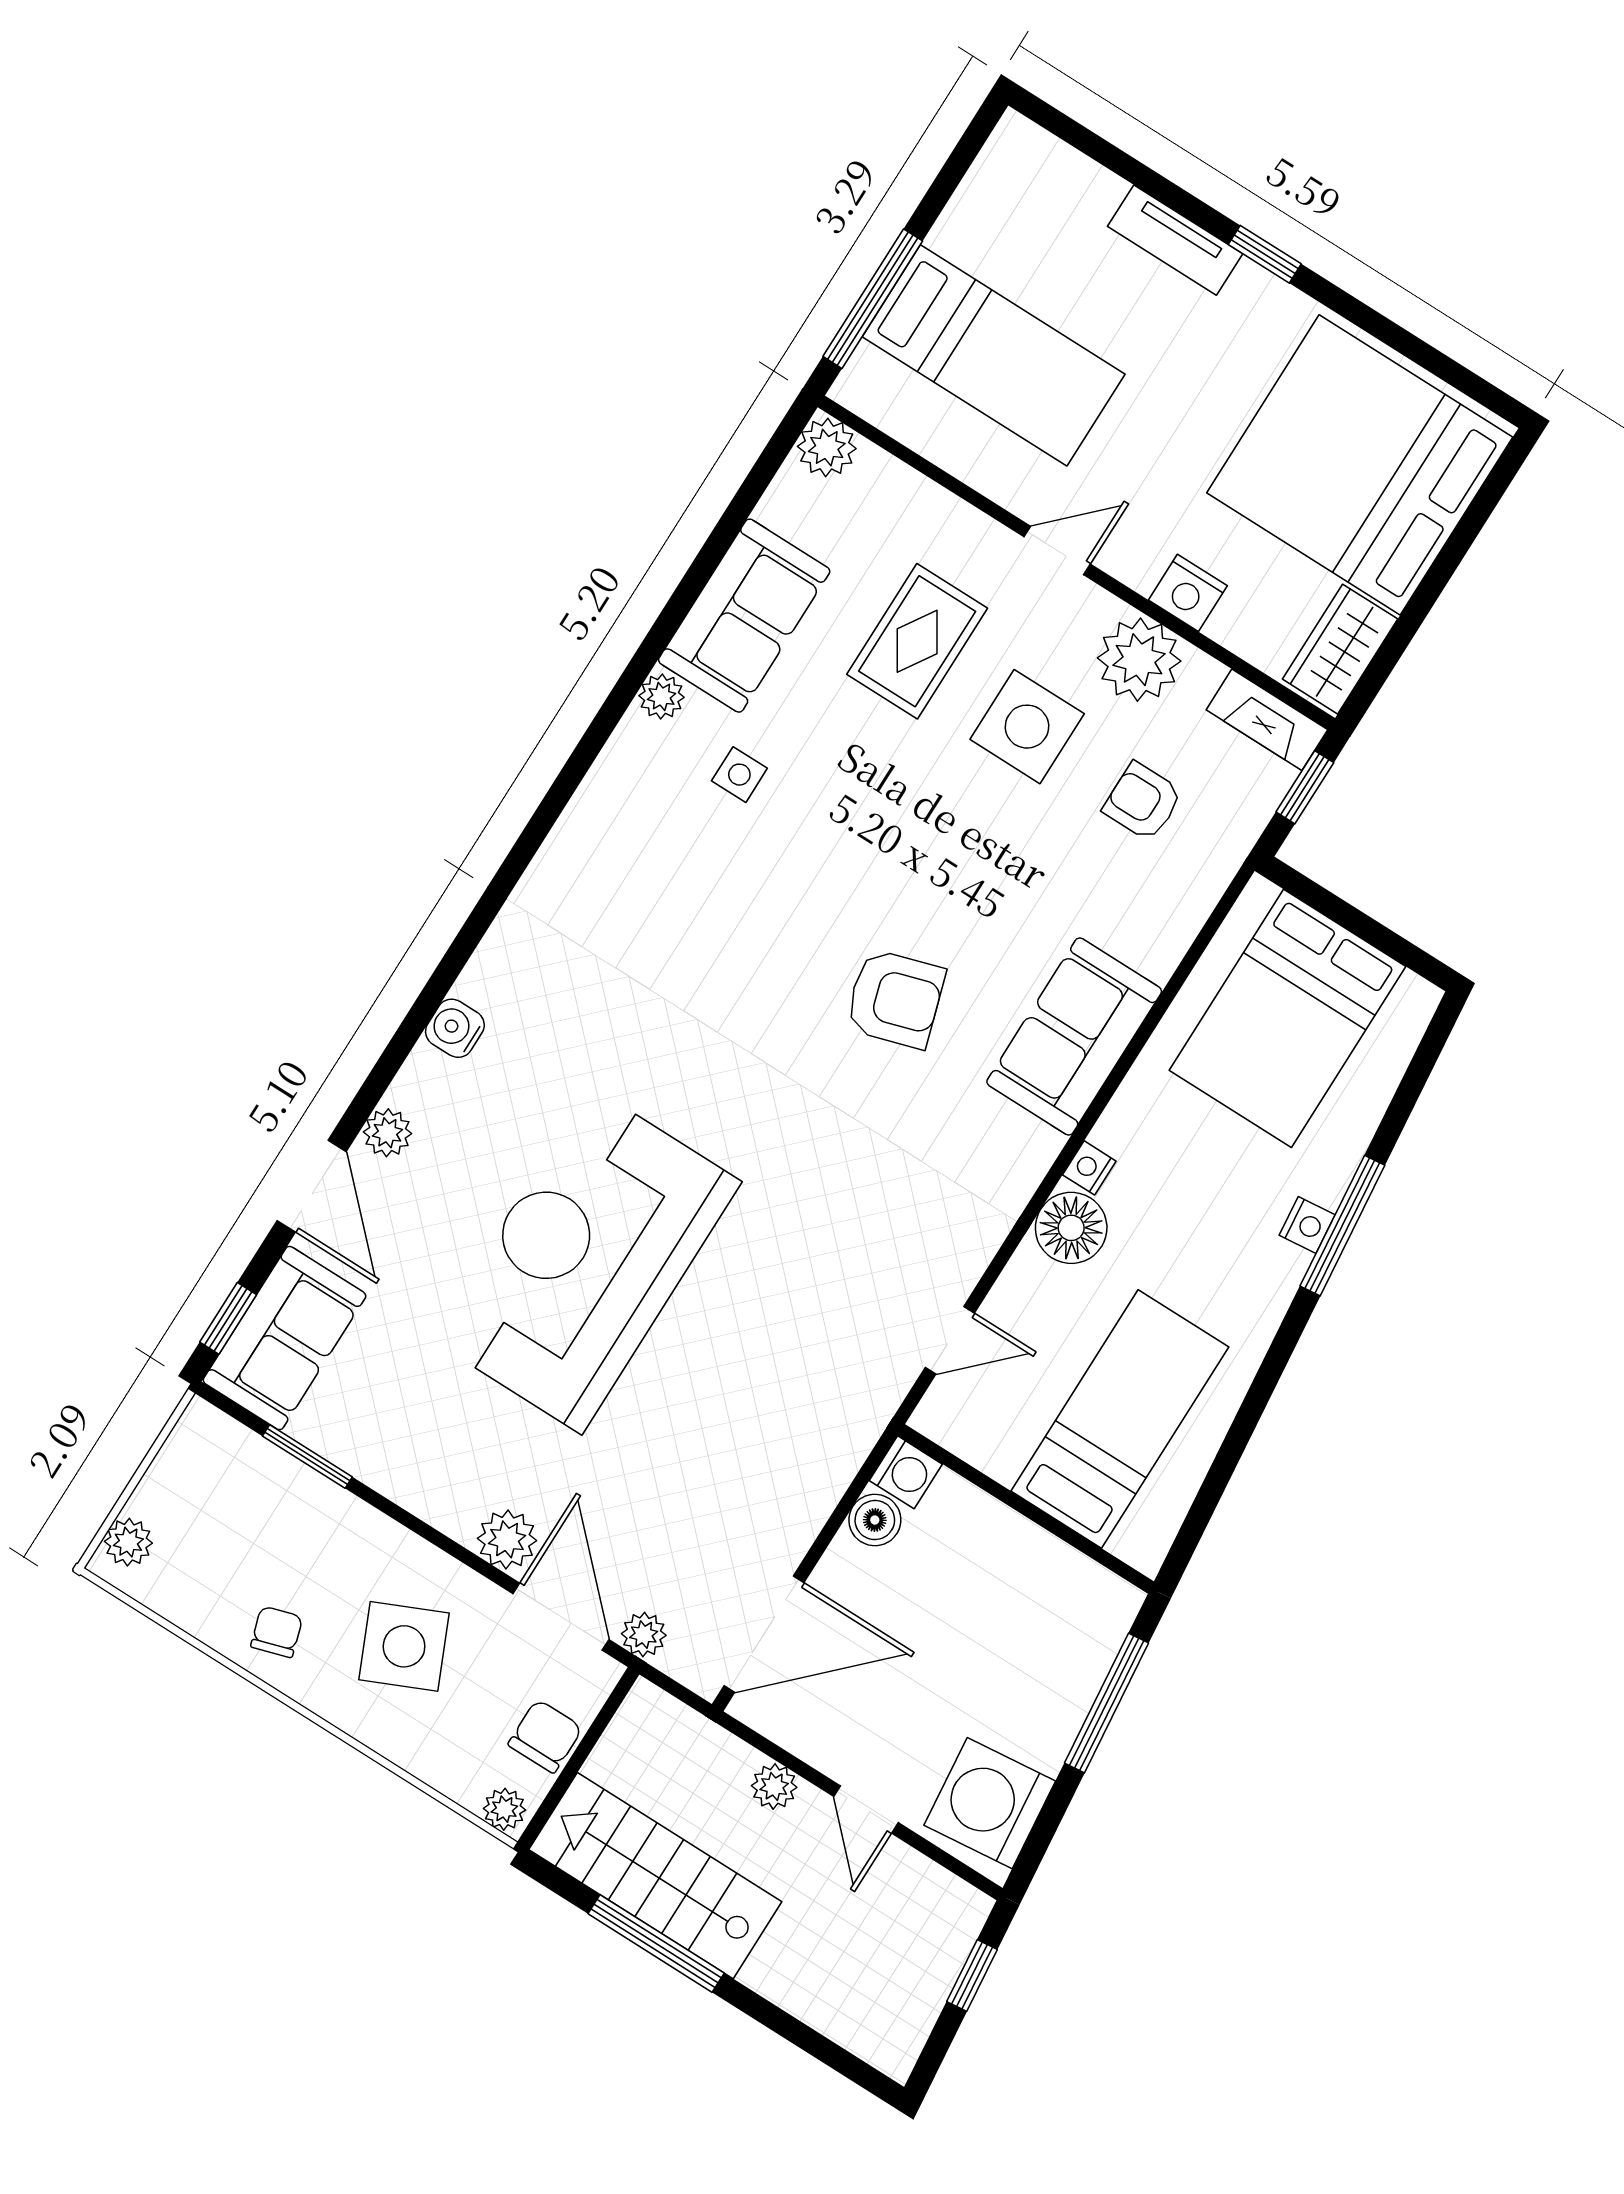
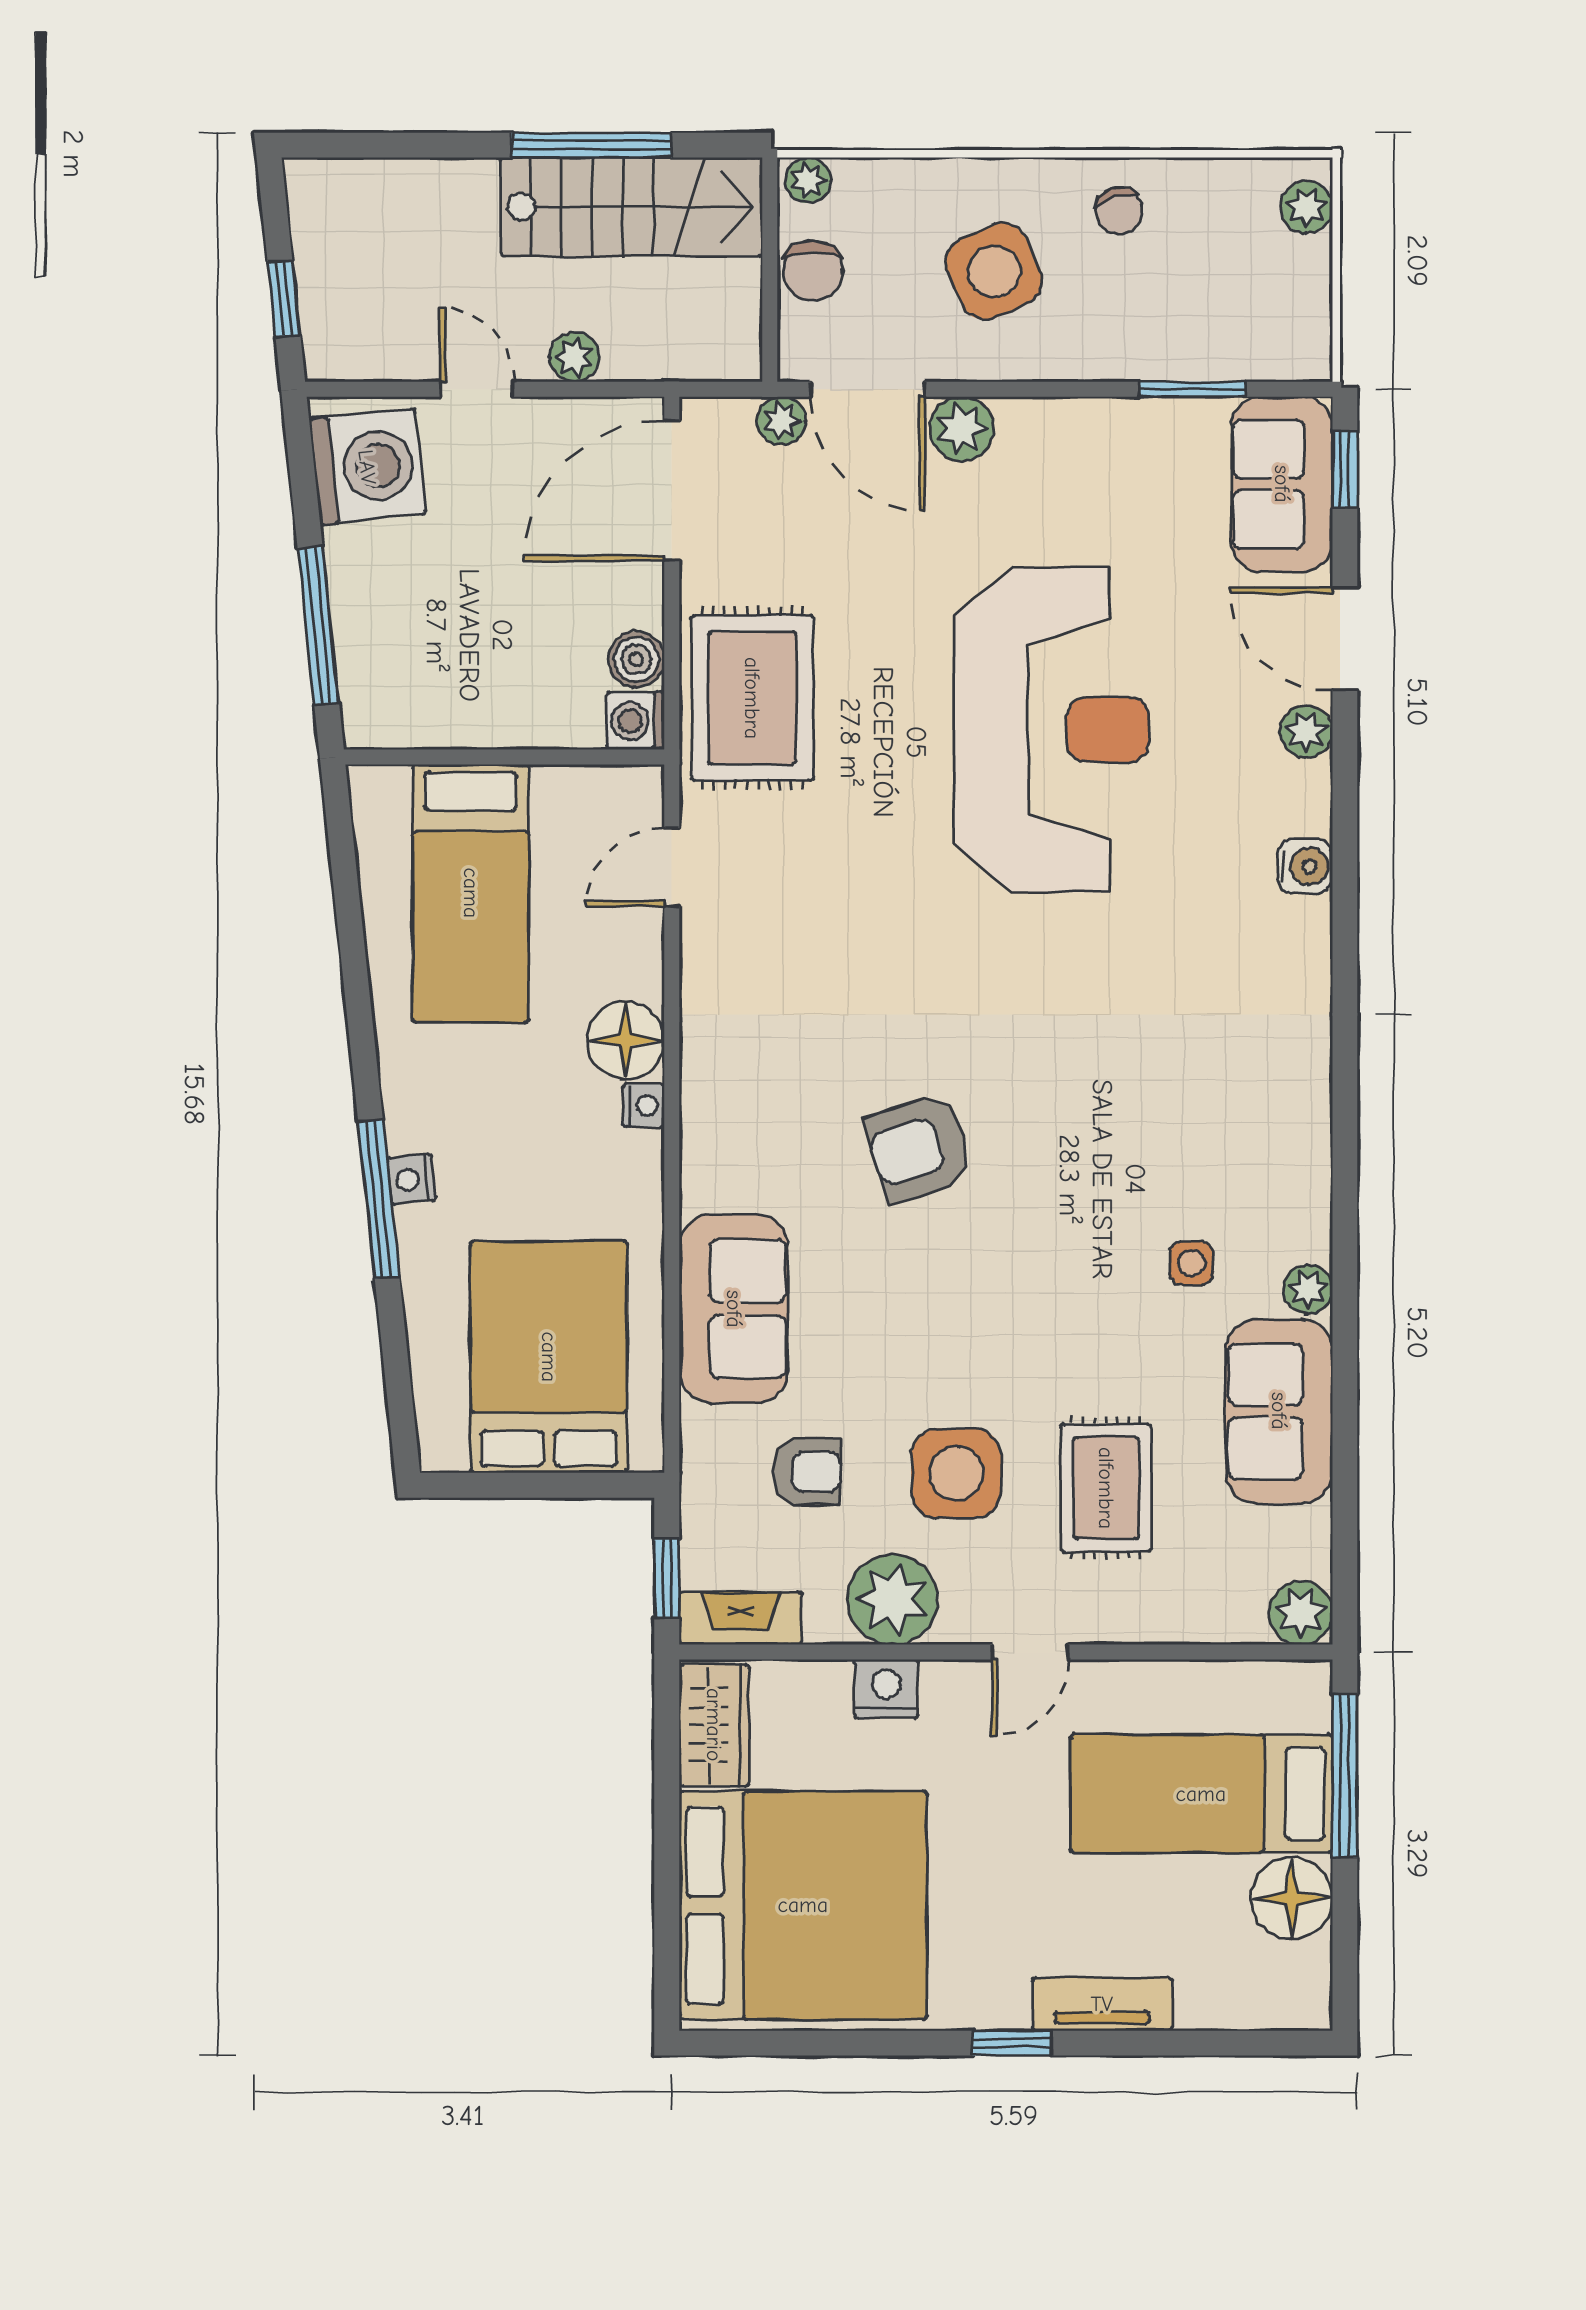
floor lamp: (975, 229) -> (1292, 1898), added
sofa: (1074, 1037) -> (734, 1309), moved
rug: (803, 1433) -> (752, 698), added

